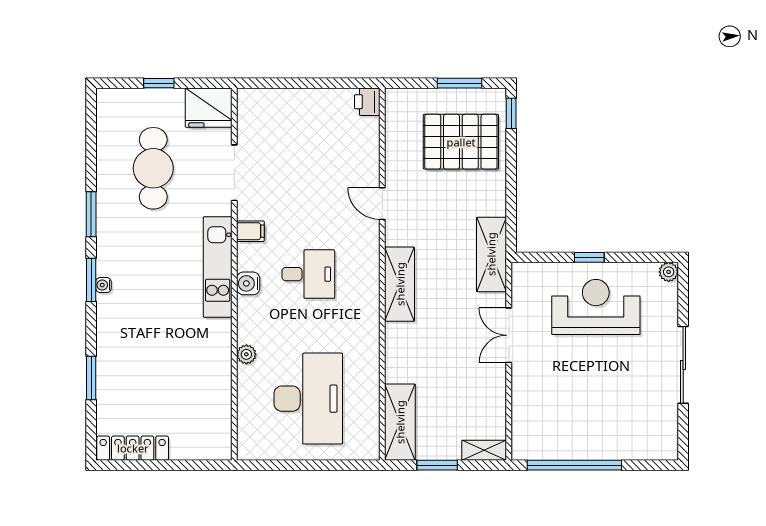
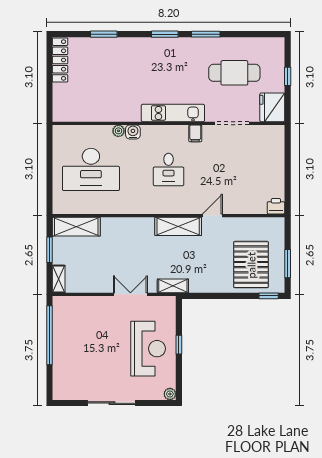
shelving: (491, 254) -> (173, 286), width x0.67, depth x0.75
water cooler: (248, 283) -> (133, 132), moved
shelving: (400, 284) -> (178, 226), moved
water cooler: (103, 285) -> (162, 42), removed

